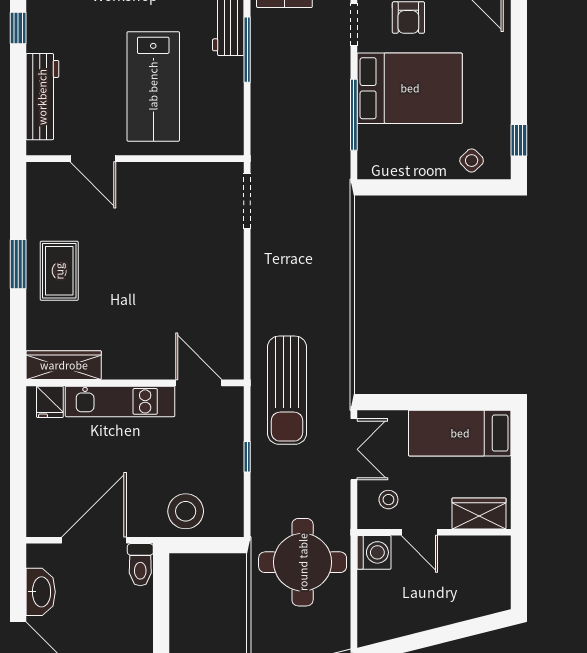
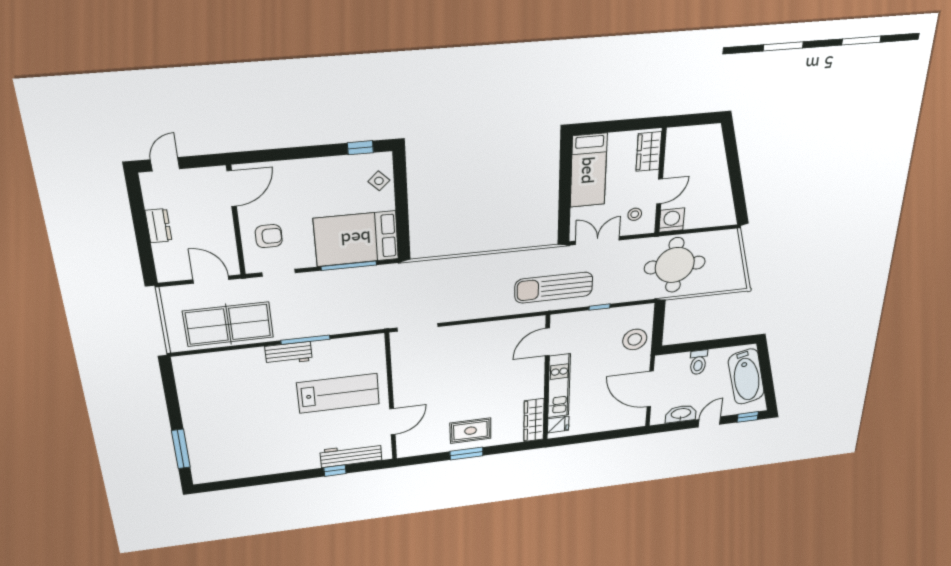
window: (18, 28) -> (335, 471), moved
bed: (410, 88) -> (356, 239), moved, turned -90
sun lounger: (287, 390) -> (554, 288), turned 180
toilet: (140, 565) -> (698, 362), moved, turned 90

